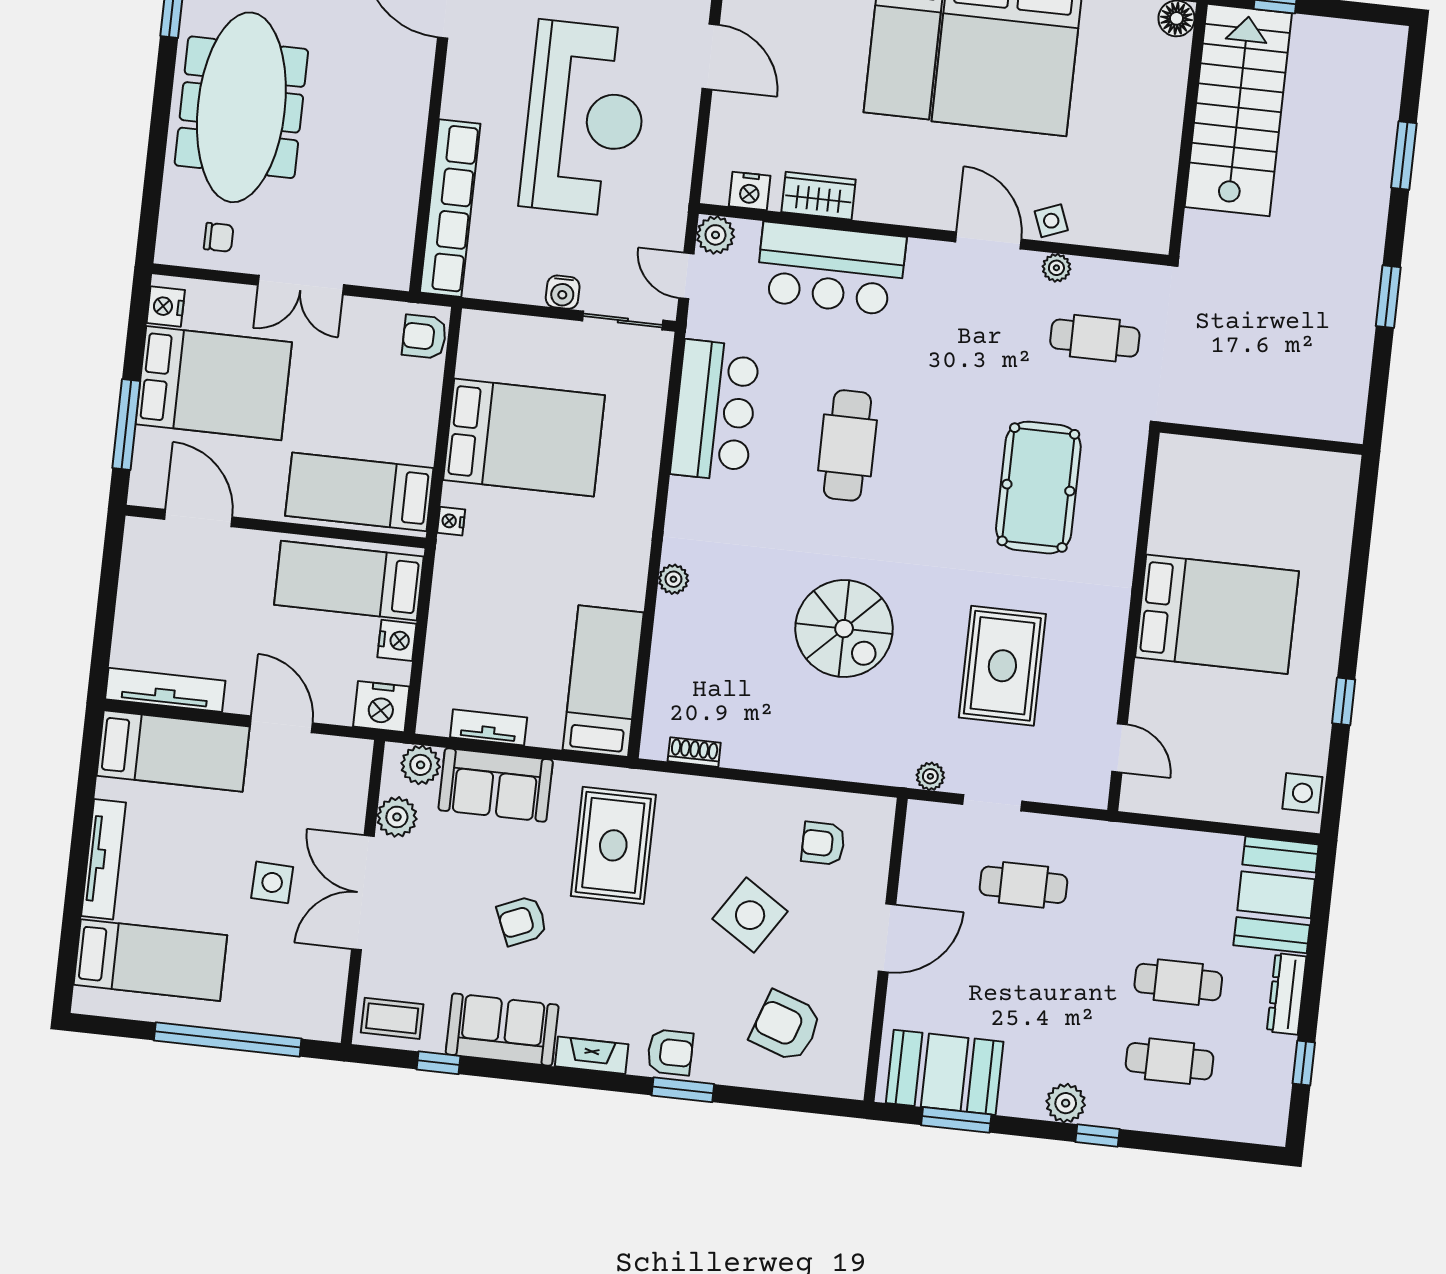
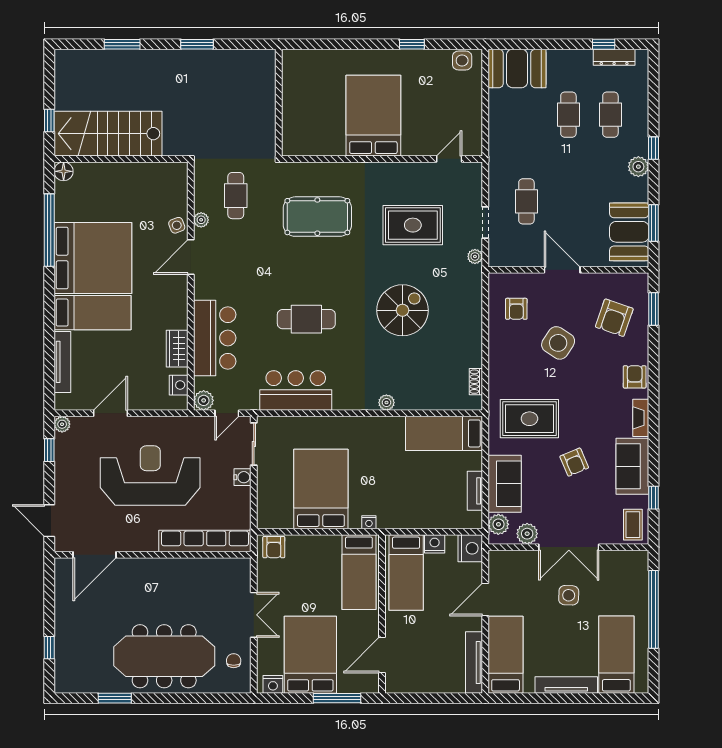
dresser: (1287, 994) -> (614, 57), moved
window: (683, 1090) -> (654, 309), moved

